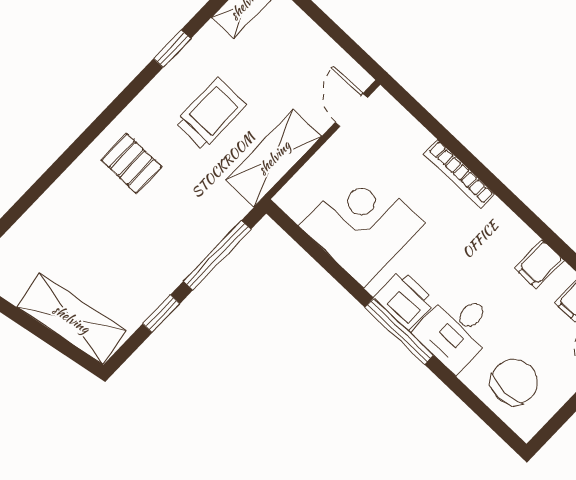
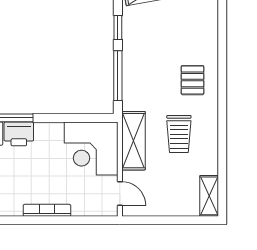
window: (172, 49) -> (222, 146), removed
pallet: (132, 163) -> (193, 80), turned 90
corner desk: (362, 225) -> (91, 148), moved, turned 90

